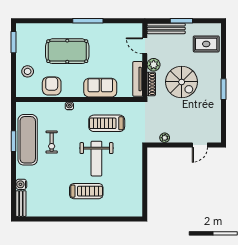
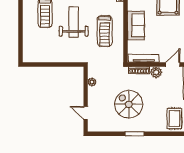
spiral stairs: (182, 82) -> (129, 104), moved, turned 90
treadmill: (107, 123) -> (105, 31), turned 180
weight bench: (96, 159) -> (74, 22), turned 90

